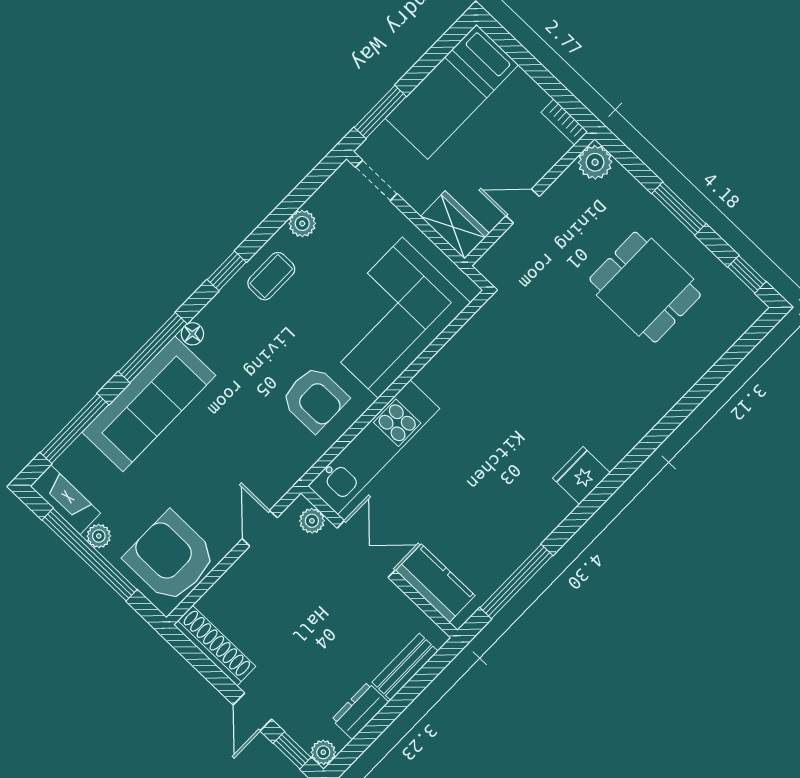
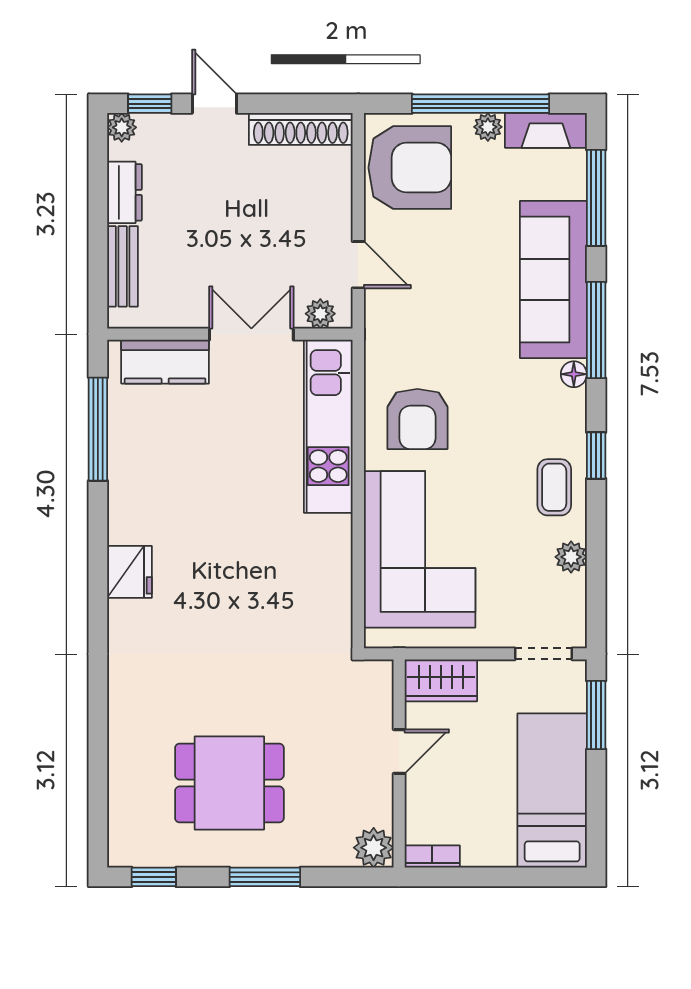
armchair: (315, 399) -> (417, 419), turned -90
double door: (366, 549) -> (251, 334), swing flipped

